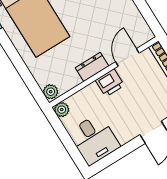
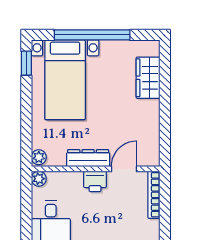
dresser: (92, 67) -> (88, 158), width x1.44

